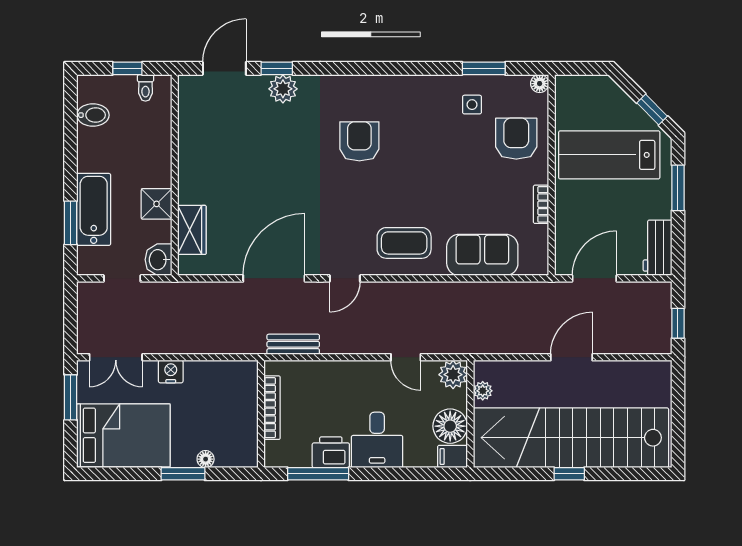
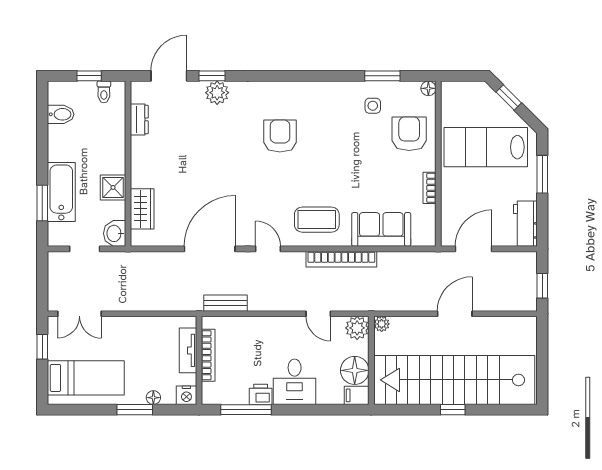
window: (652, 110) -> (509, 98), moved
dresser: (188, 121) -> (139, 119), added
door: (345, 278) -> (268, 249), swing flipped
bookcase: (434, 291) -> (341, 259), added
nightstand: (171, 371) -> (186, 395), moved, turned 180
plant: (483, 391) -> (382, 324), moved
window: (71, 397) -> (42, 347), width x0.67
tv unit: (248, 402) -> (188, 350), added
bed: (123, 435) -> (86, 378), width x0.67
printer: (331, 452) -> (261, 394), width x0.73, depth x0.81

